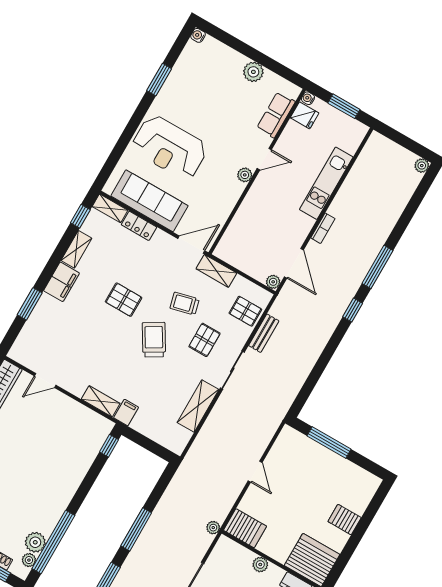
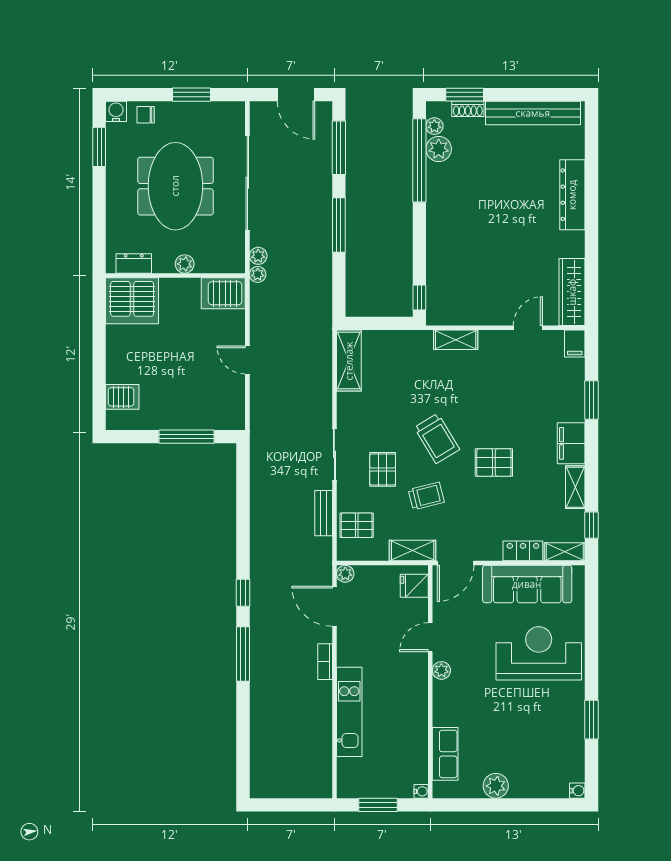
fridge: (305, 115) -> (414, 586), moved
door: (264, 159) -> (430, 637), moved
plant: (422, 166) -> (258, 256), moved
shelving: (198, 406) -> (349, 361), moved
filing cabinet: (126, 413) -> (575, 343), moved
server rack: (345, 520) -> (122, 397), moved

